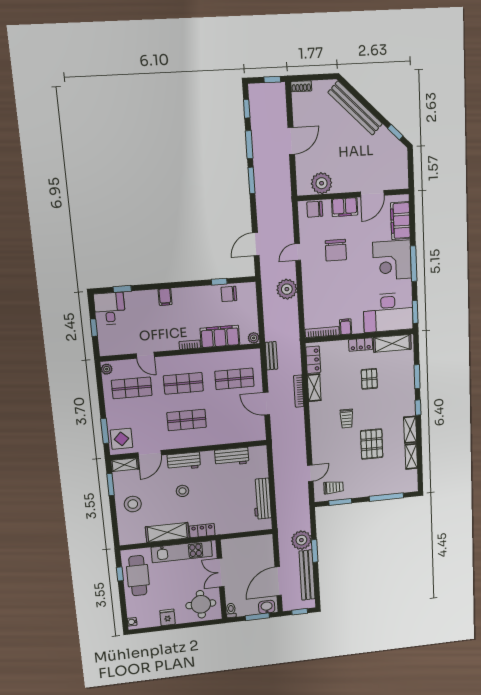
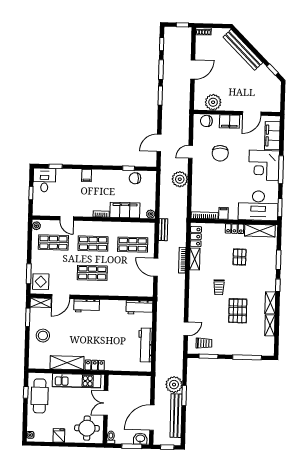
workbench: (232, 457) -> (139, 307), moved
stool: (182, 491) -> (83, 330), removed

